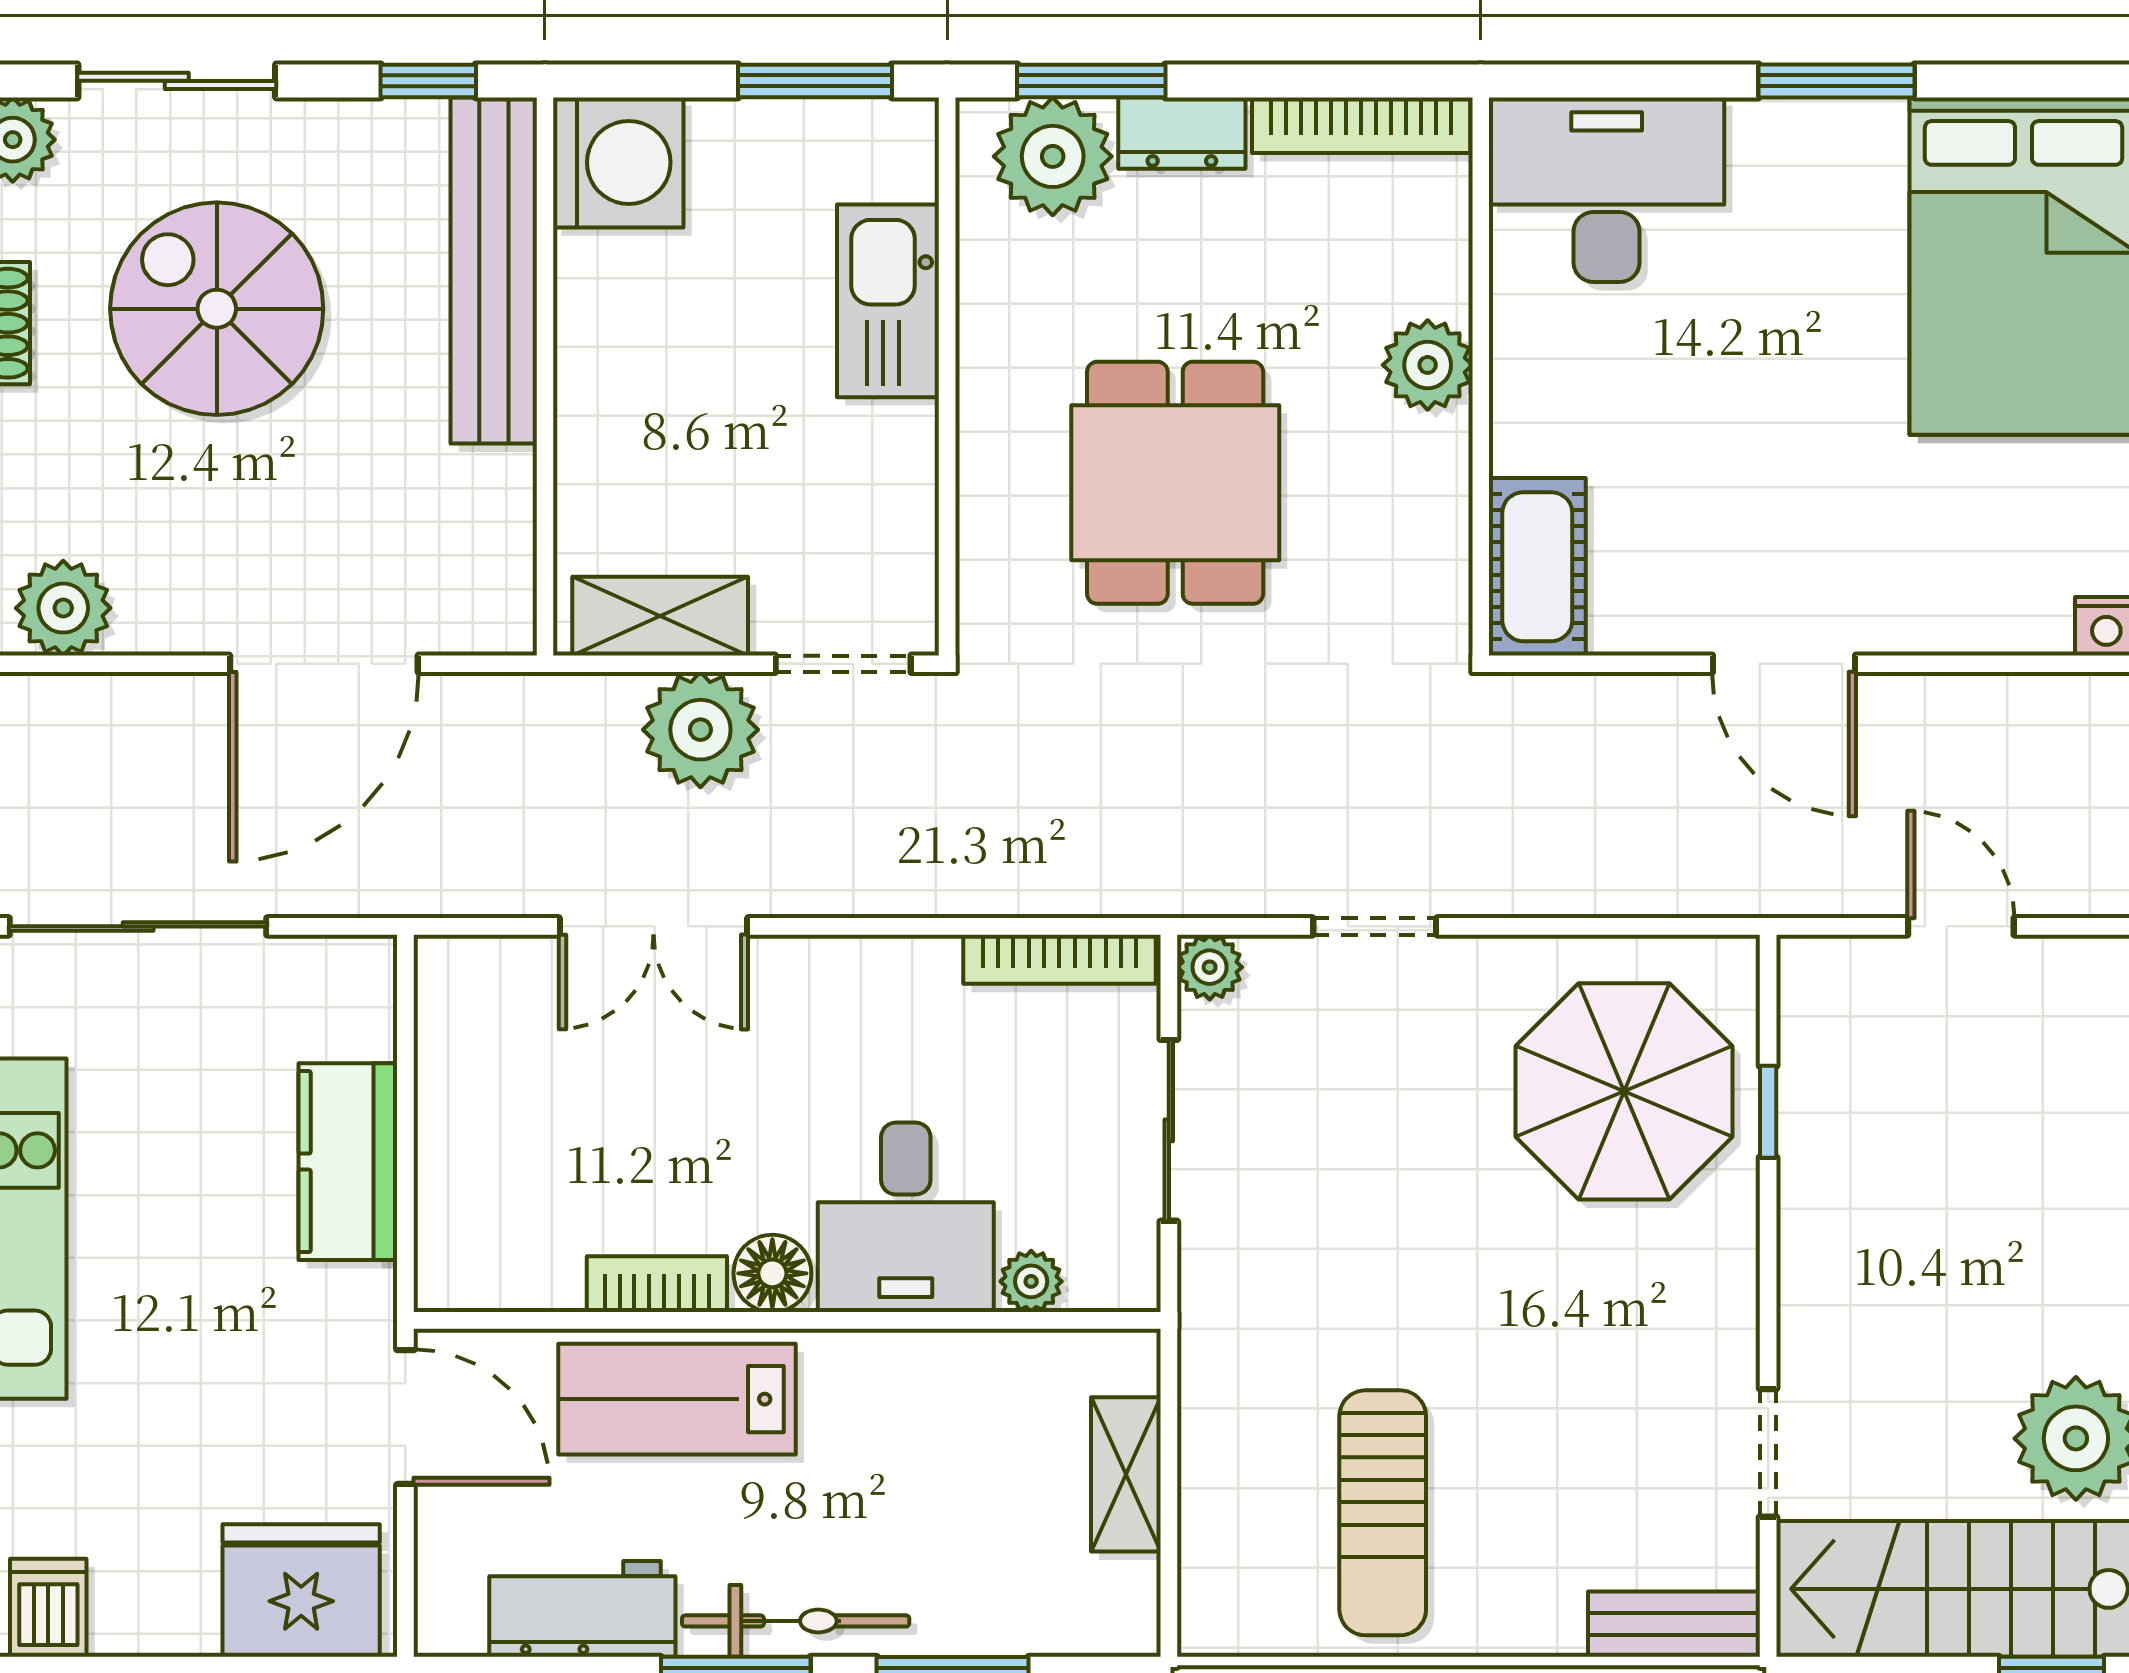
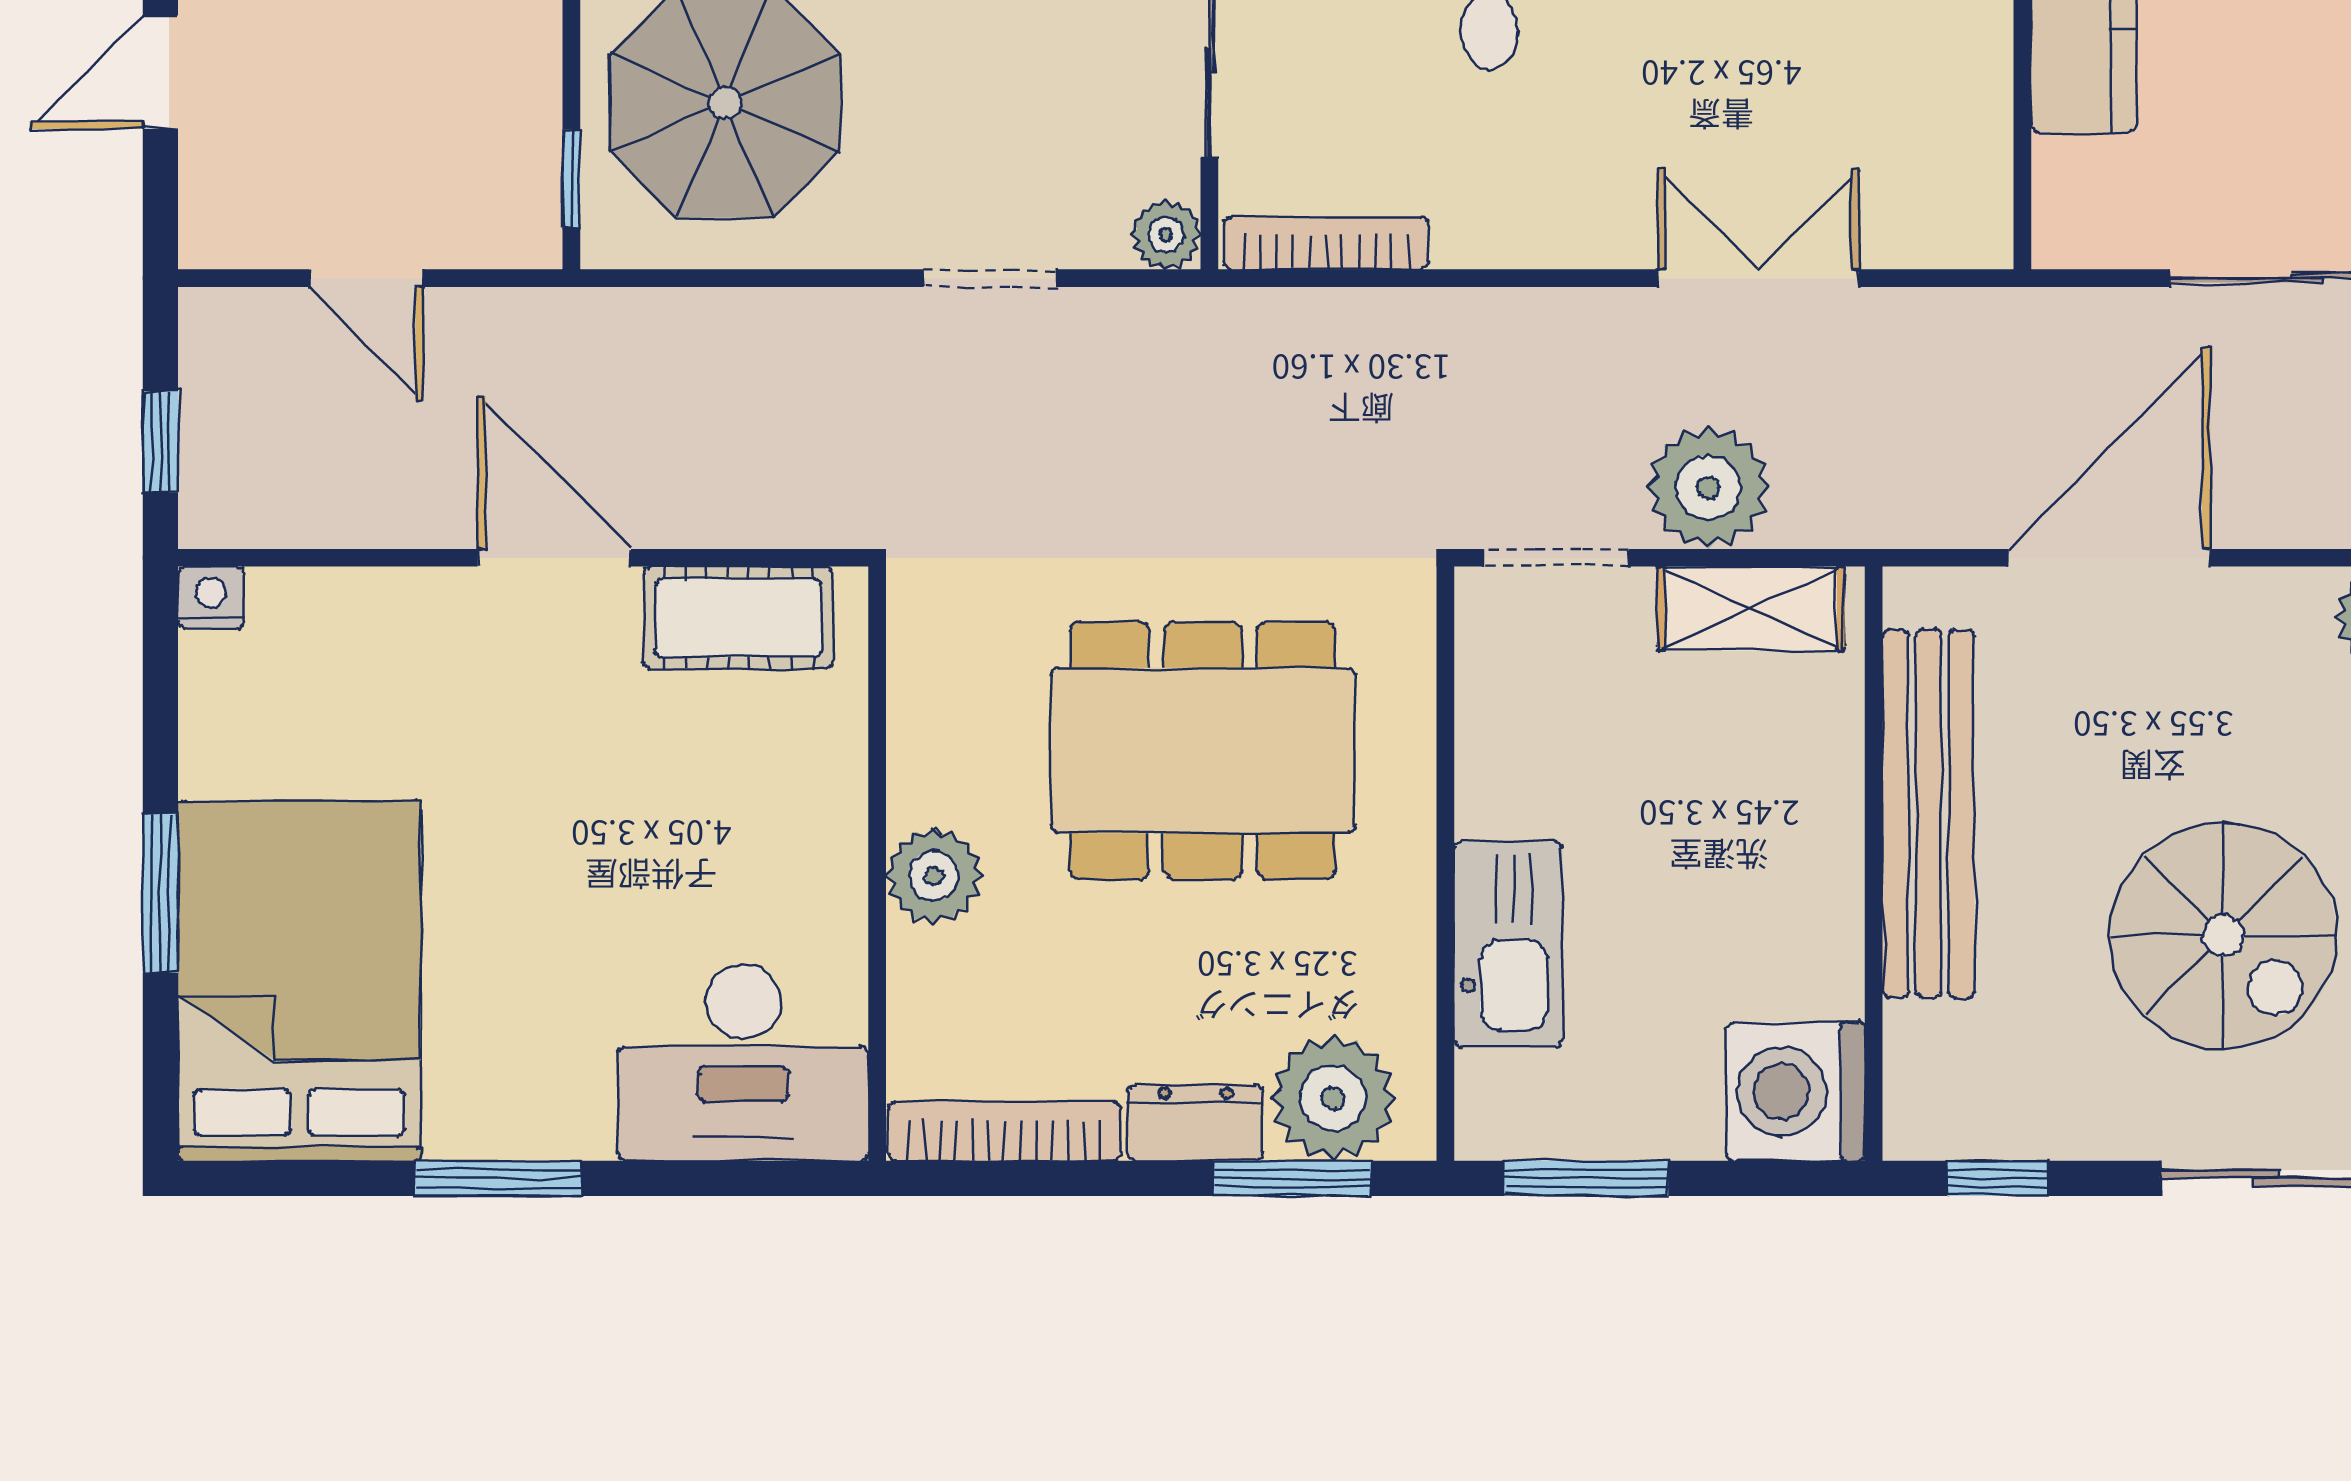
bench: (494, 270) -> (1928, 814), moved
dining table: (1175, 483) -> (1203, 750), width x1.38
cot: (1537, 567) -> (738, 618), moved, turned 90
window: (1768, 1112) -> (571, 179), moved

